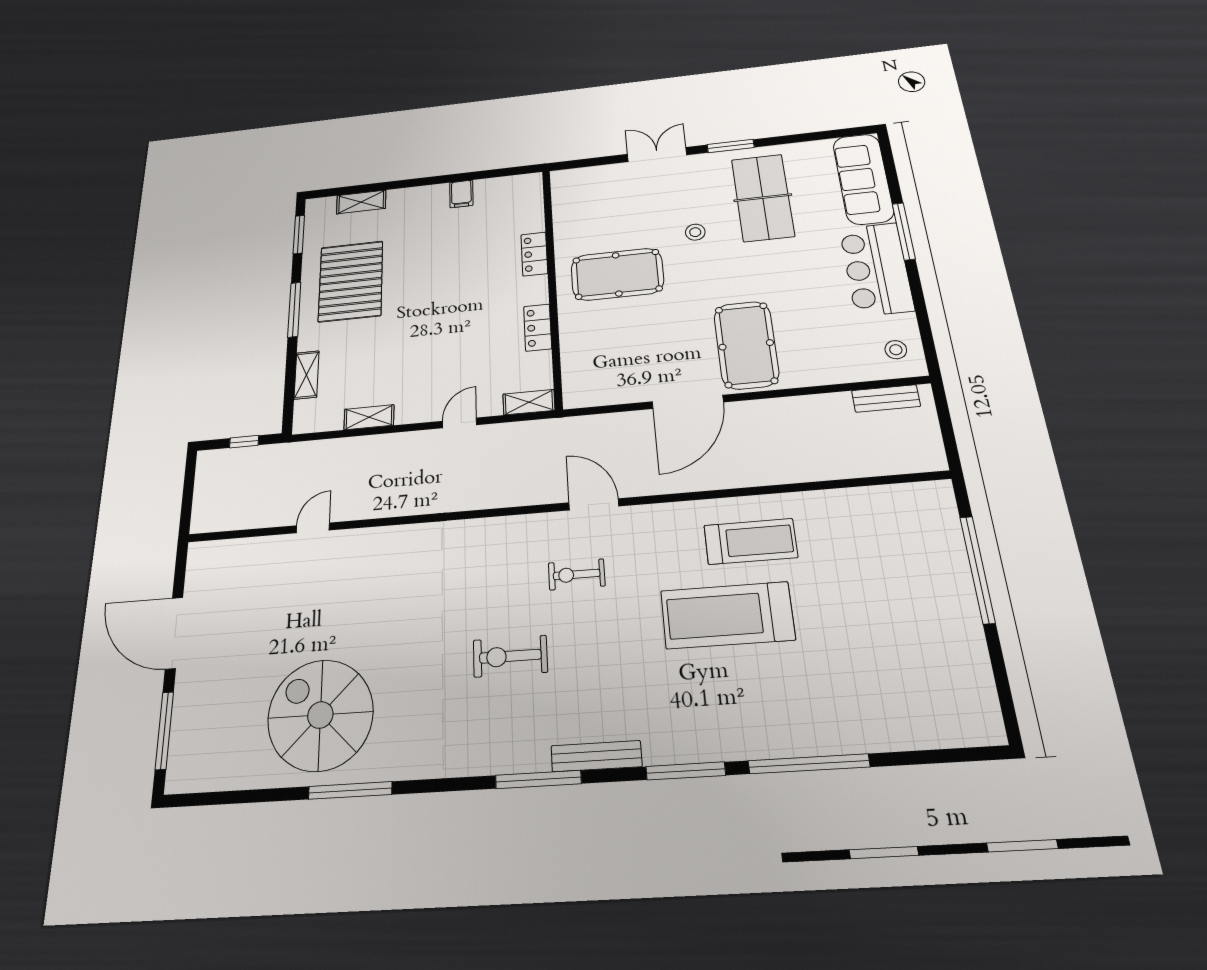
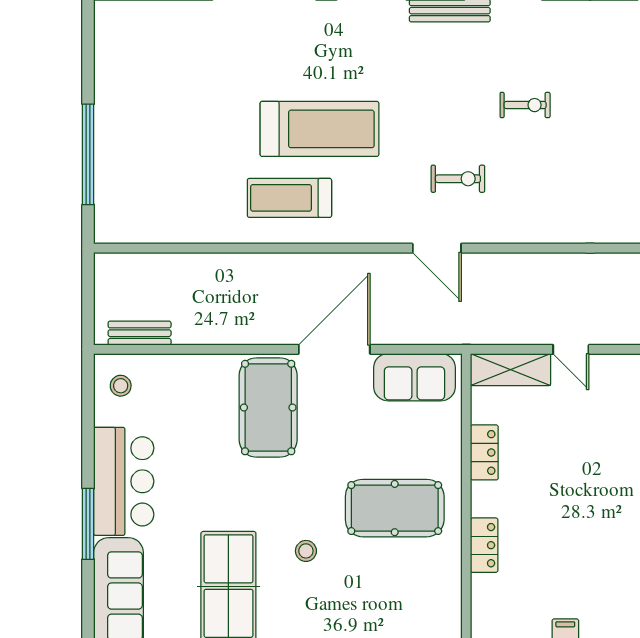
sofa: (607, 385) -> (414, 377), added
shelving: (529, 402) -> (511, 370), width x1.50, depth x1.33
door: (459, 423) -> (571, 349), hinge flipped
exercise bike: (510, 656) -> (525, 105), width x0.73, depth x0.72

